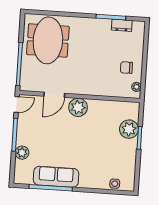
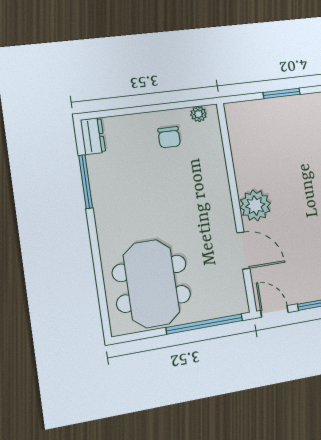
dresser: (122, 25) -> (93, 136), moved
meeting table: (48, 40) -> (152, 284), turned 90
plant: (129, 129) -> (271, 113), removed

